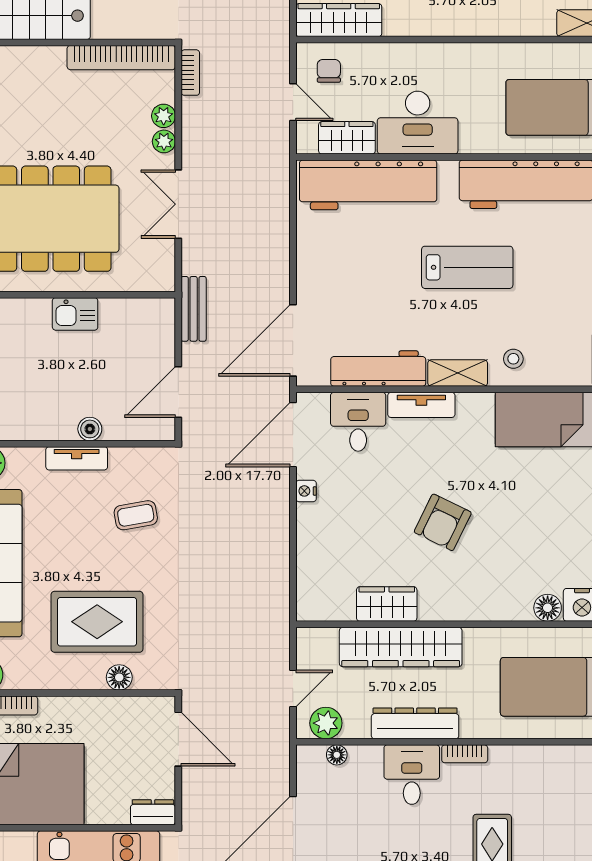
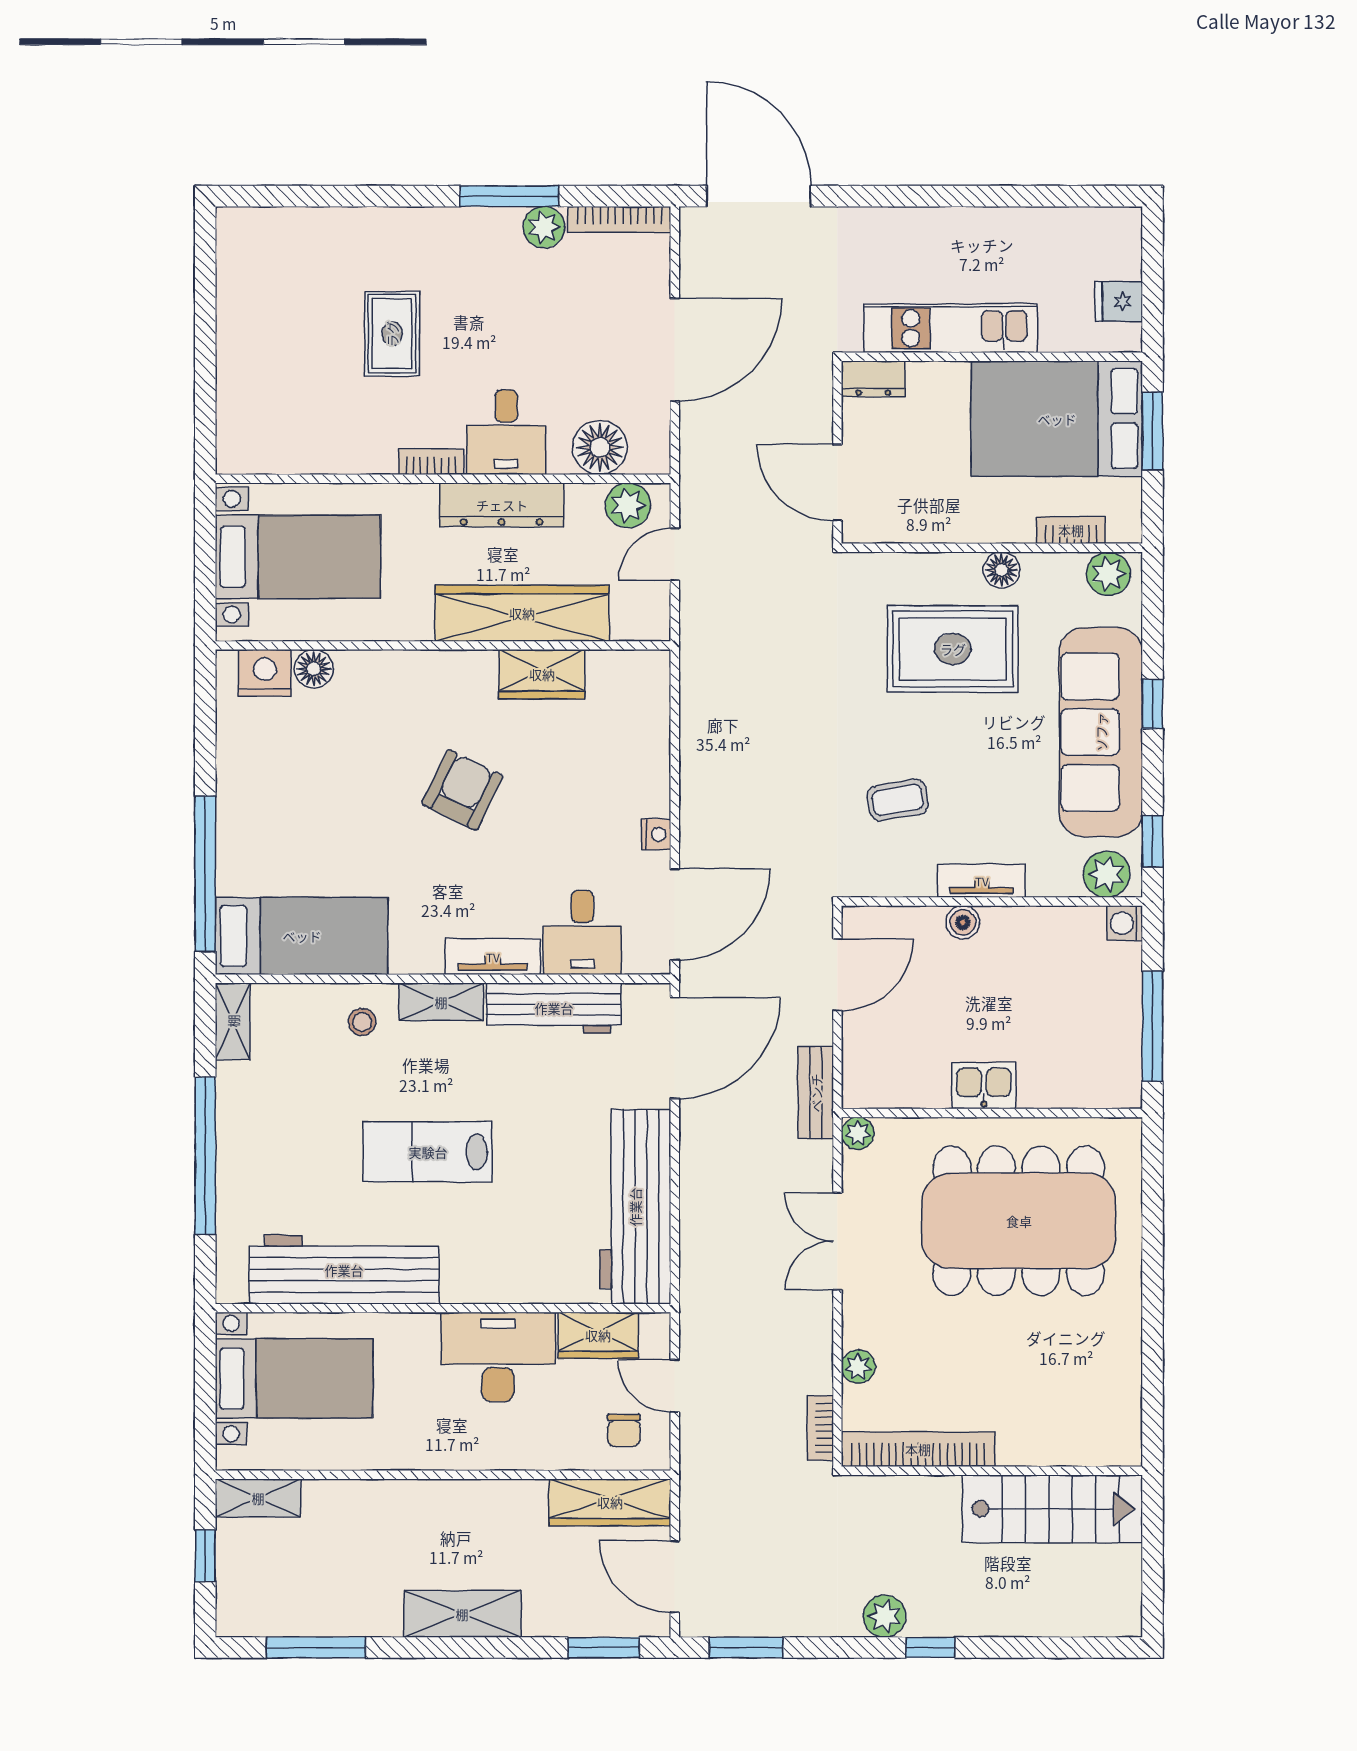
plant: (164, 141) -> (858, 1133), moved
workbench: (368, 185) -> (635, 1207), moved, turned -90
double door: (178, 204) -> (837, 1241), swing flipped
floor lamp: (119, 677) -> (1002, 570), moved
floor lamp: (337, 755) -> (600, 447), width x1.89, depth x1.89

